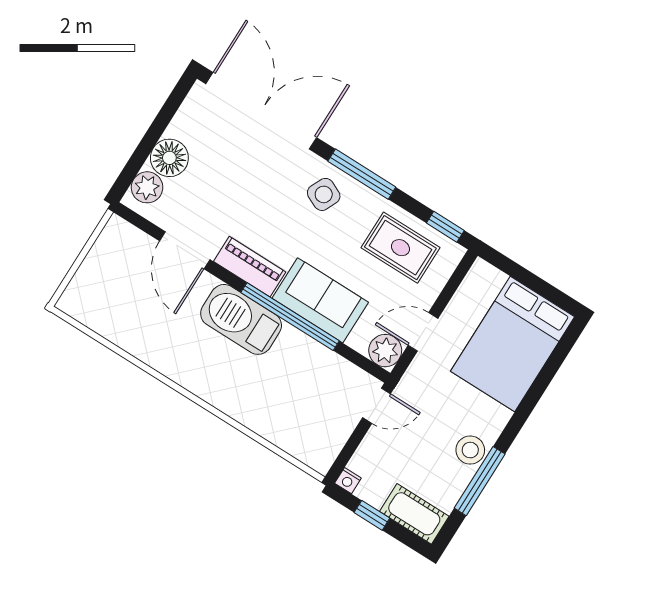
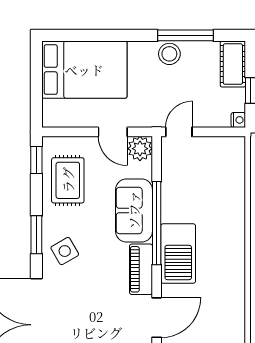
window: (362, 174) -> (36, 235), width x0.69
side table: (324, 194) -> (65, 251), turned 35
door: (377, 406) -> (179, 132), hinge flipped

